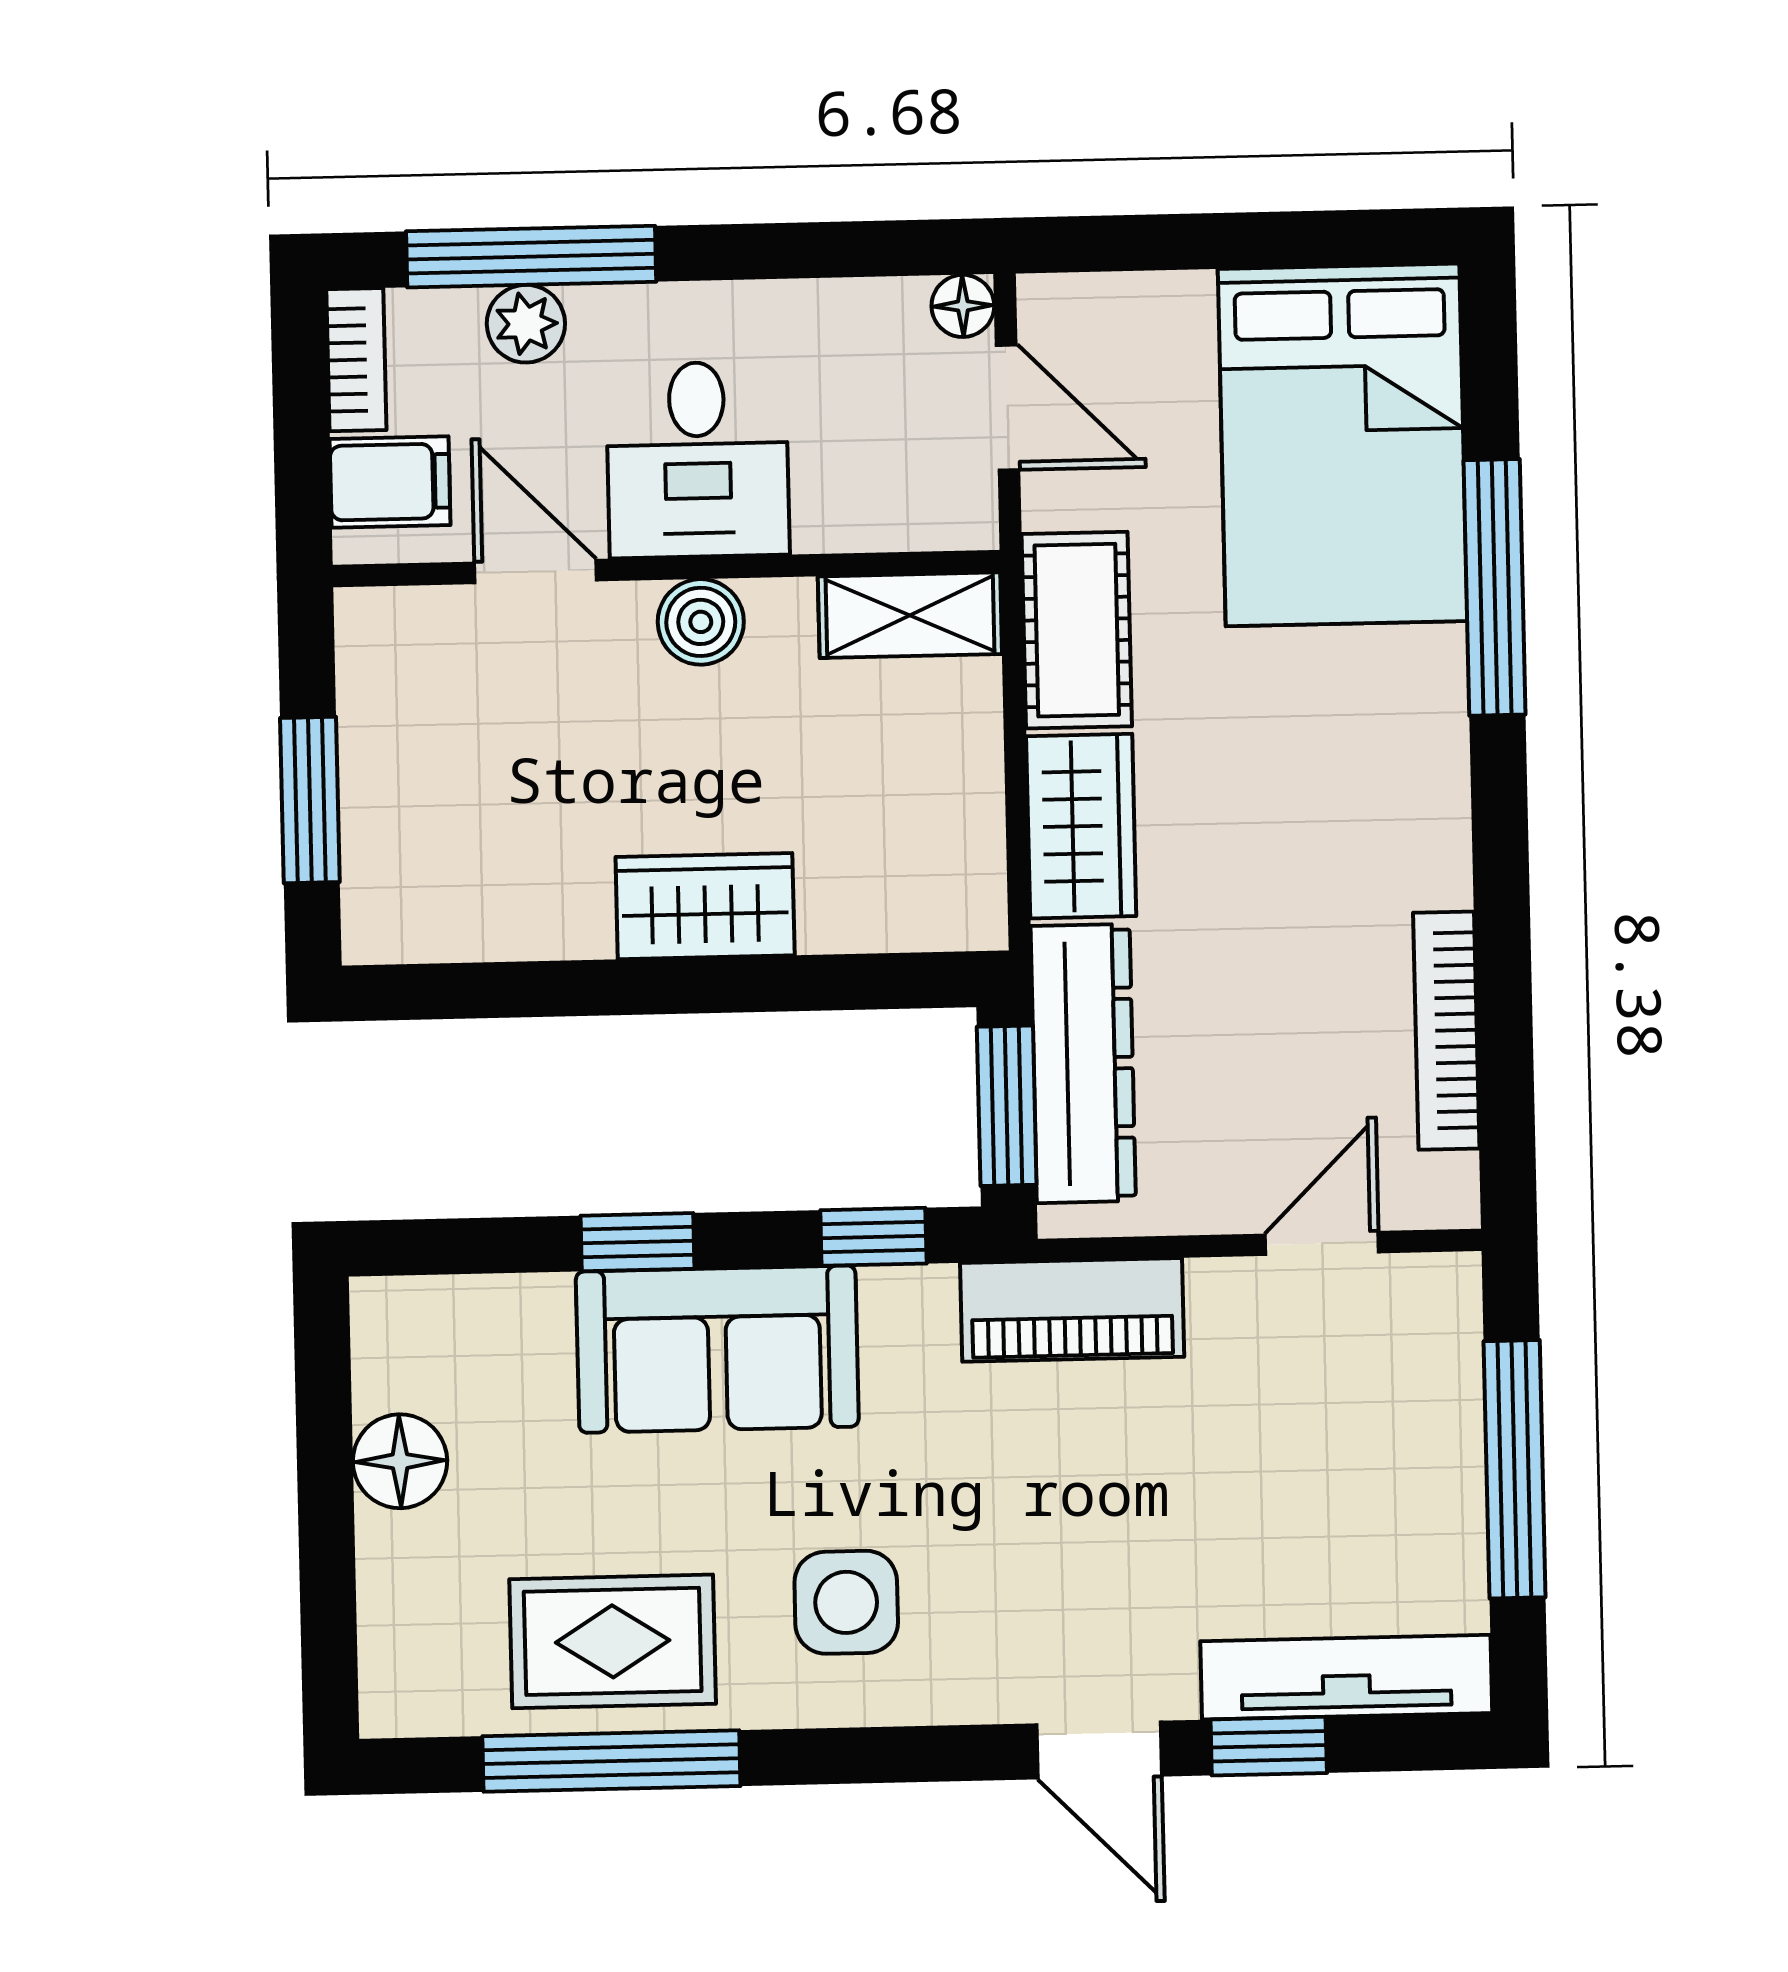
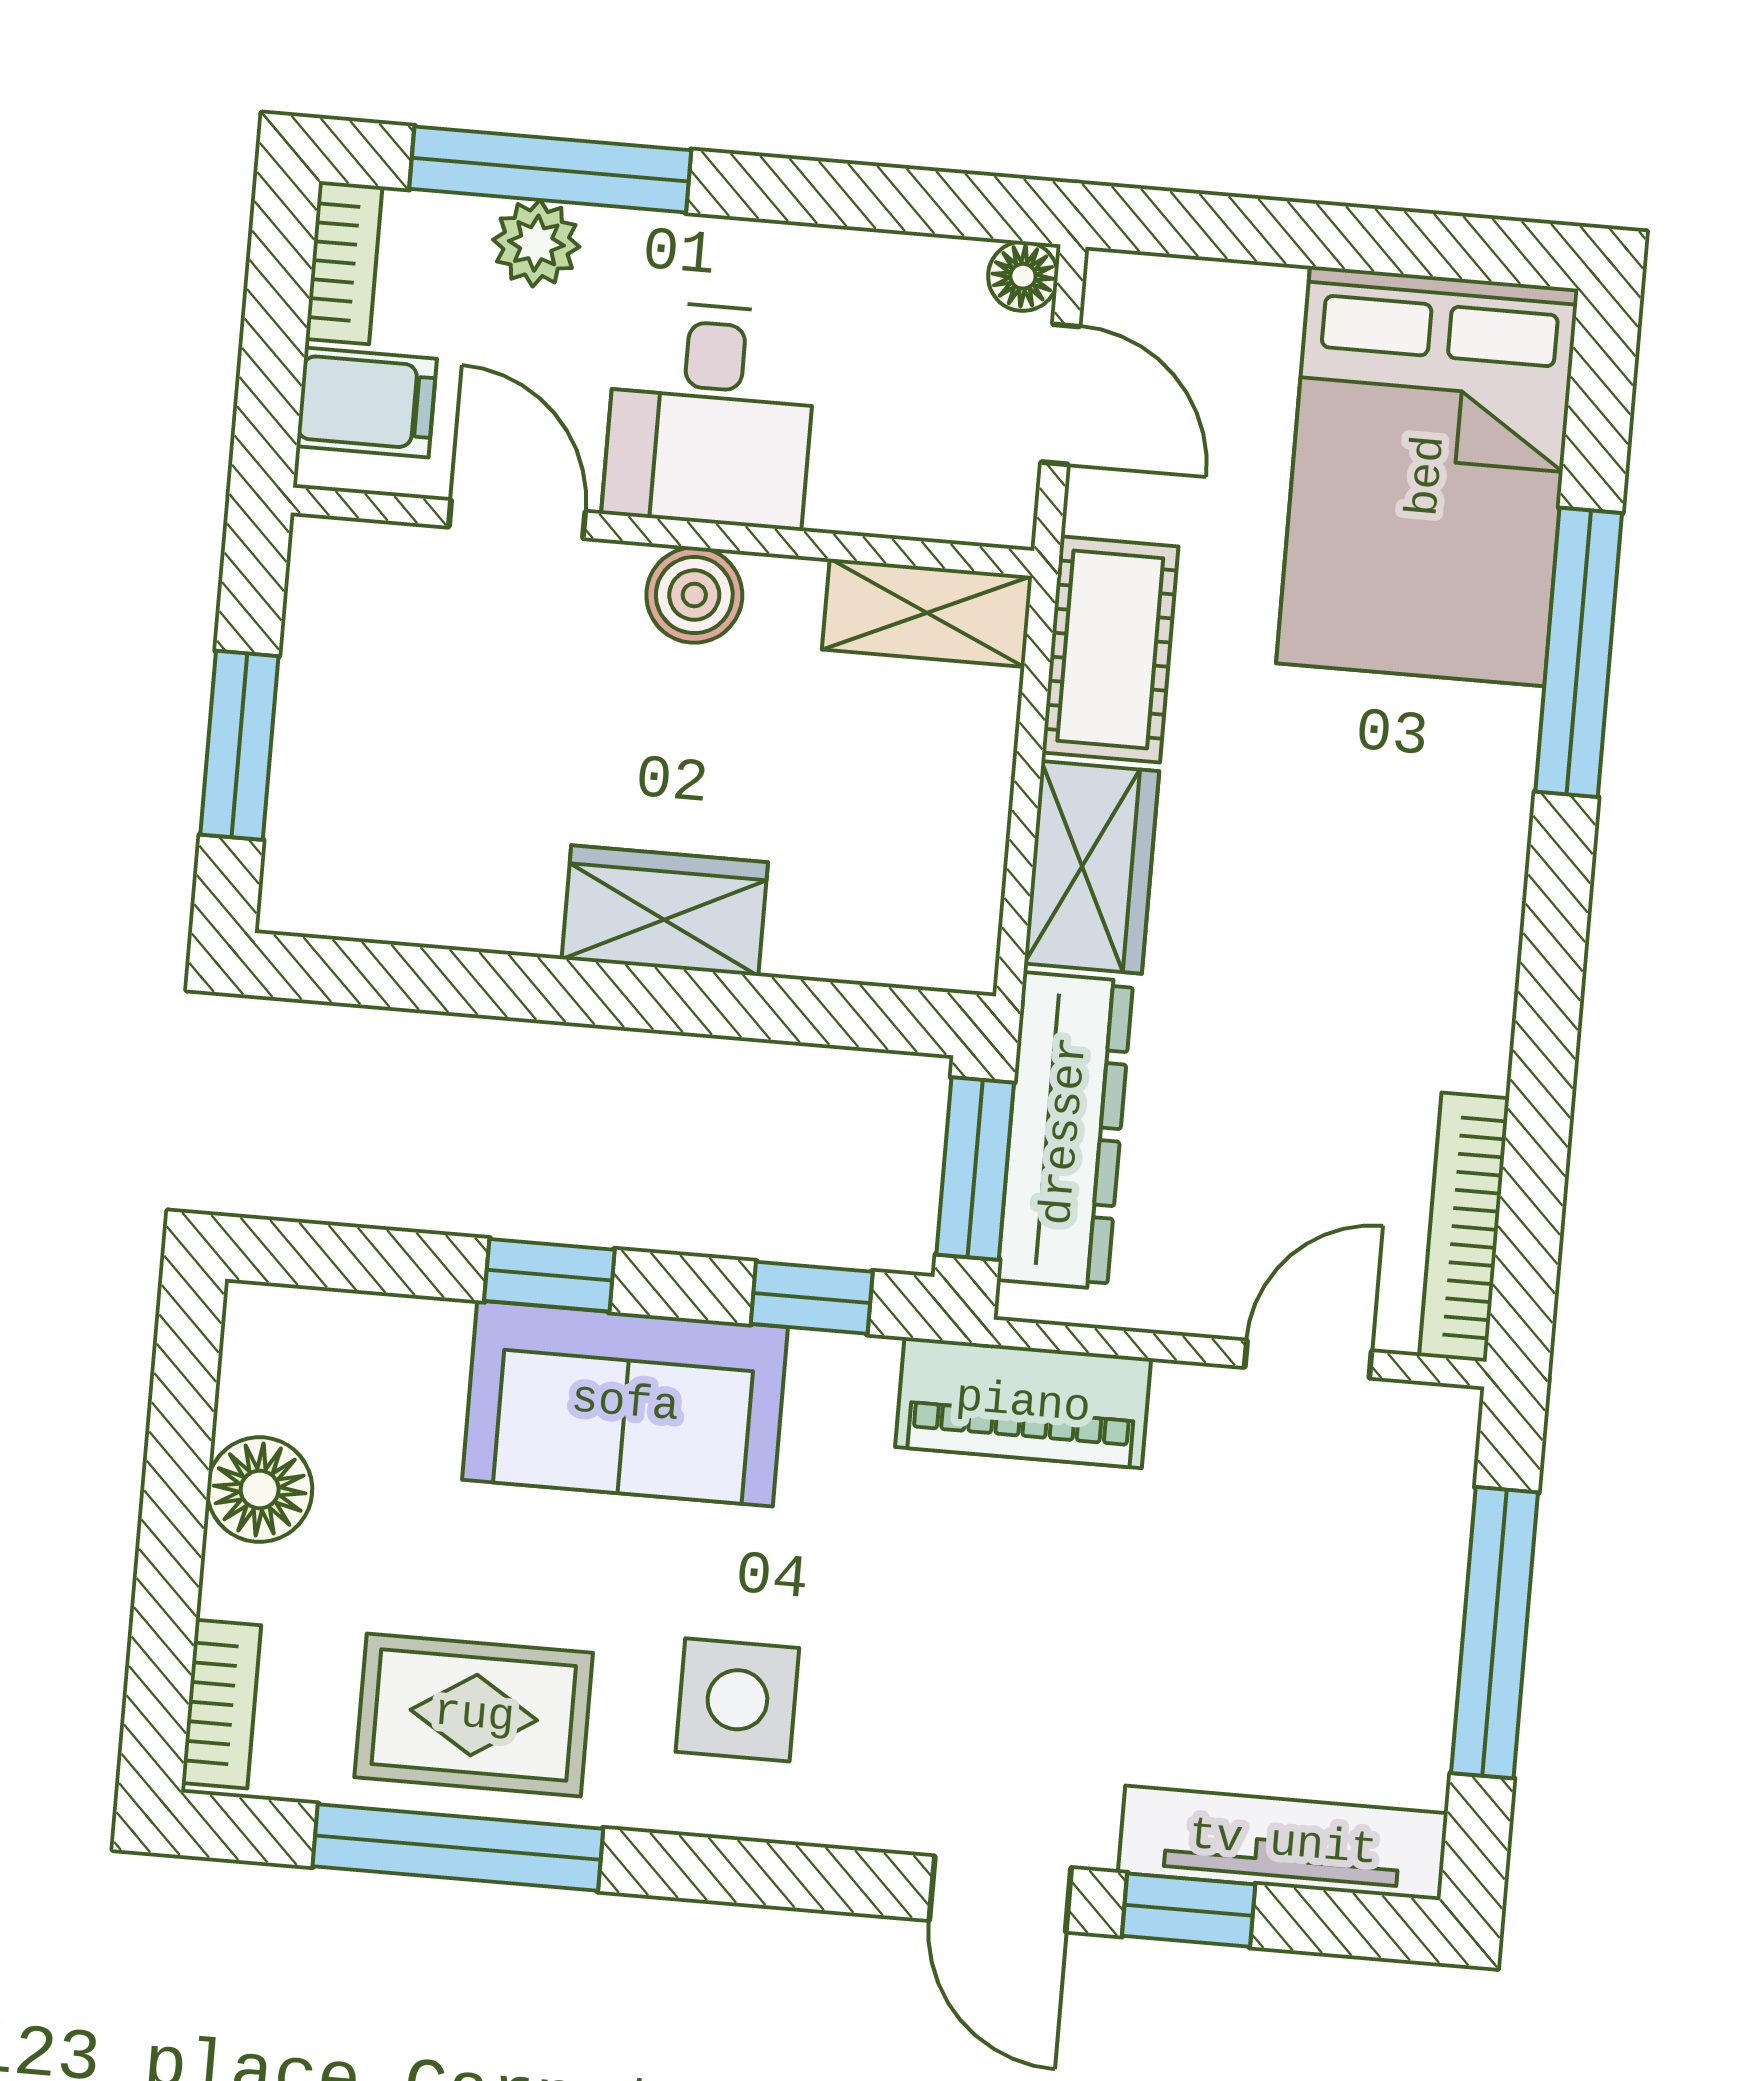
bookcase: (1446, 1031) -> (1464, 1227), moved
bookcase: (387, 1656) -> (221, 1704), added

